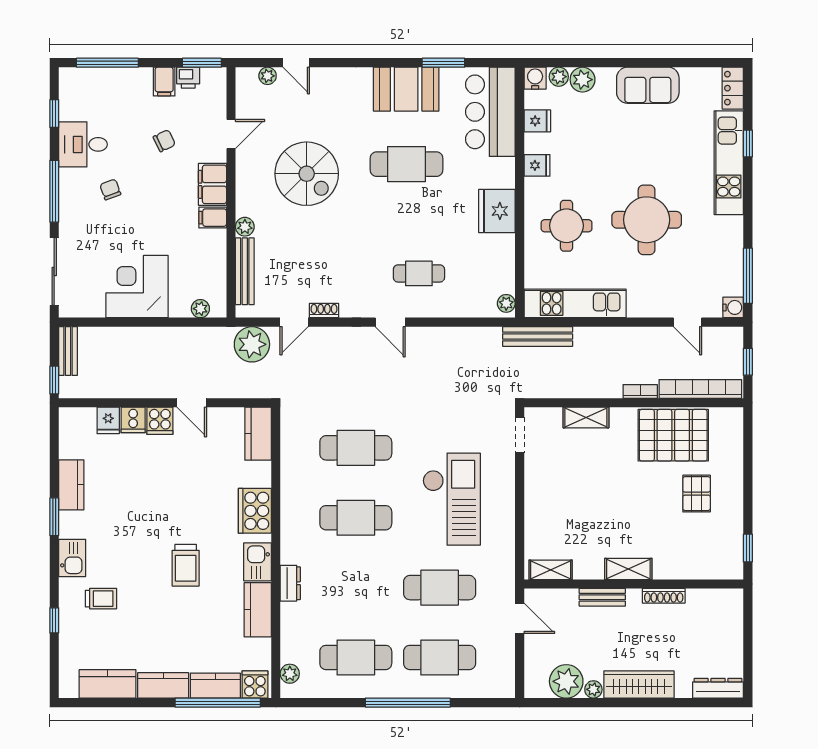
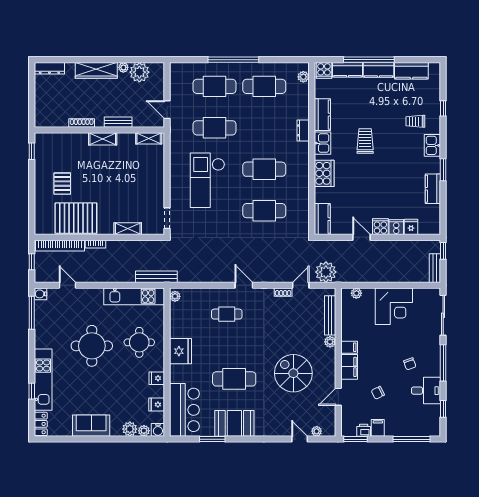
window: (218, 703) -> (369, 60), moved

